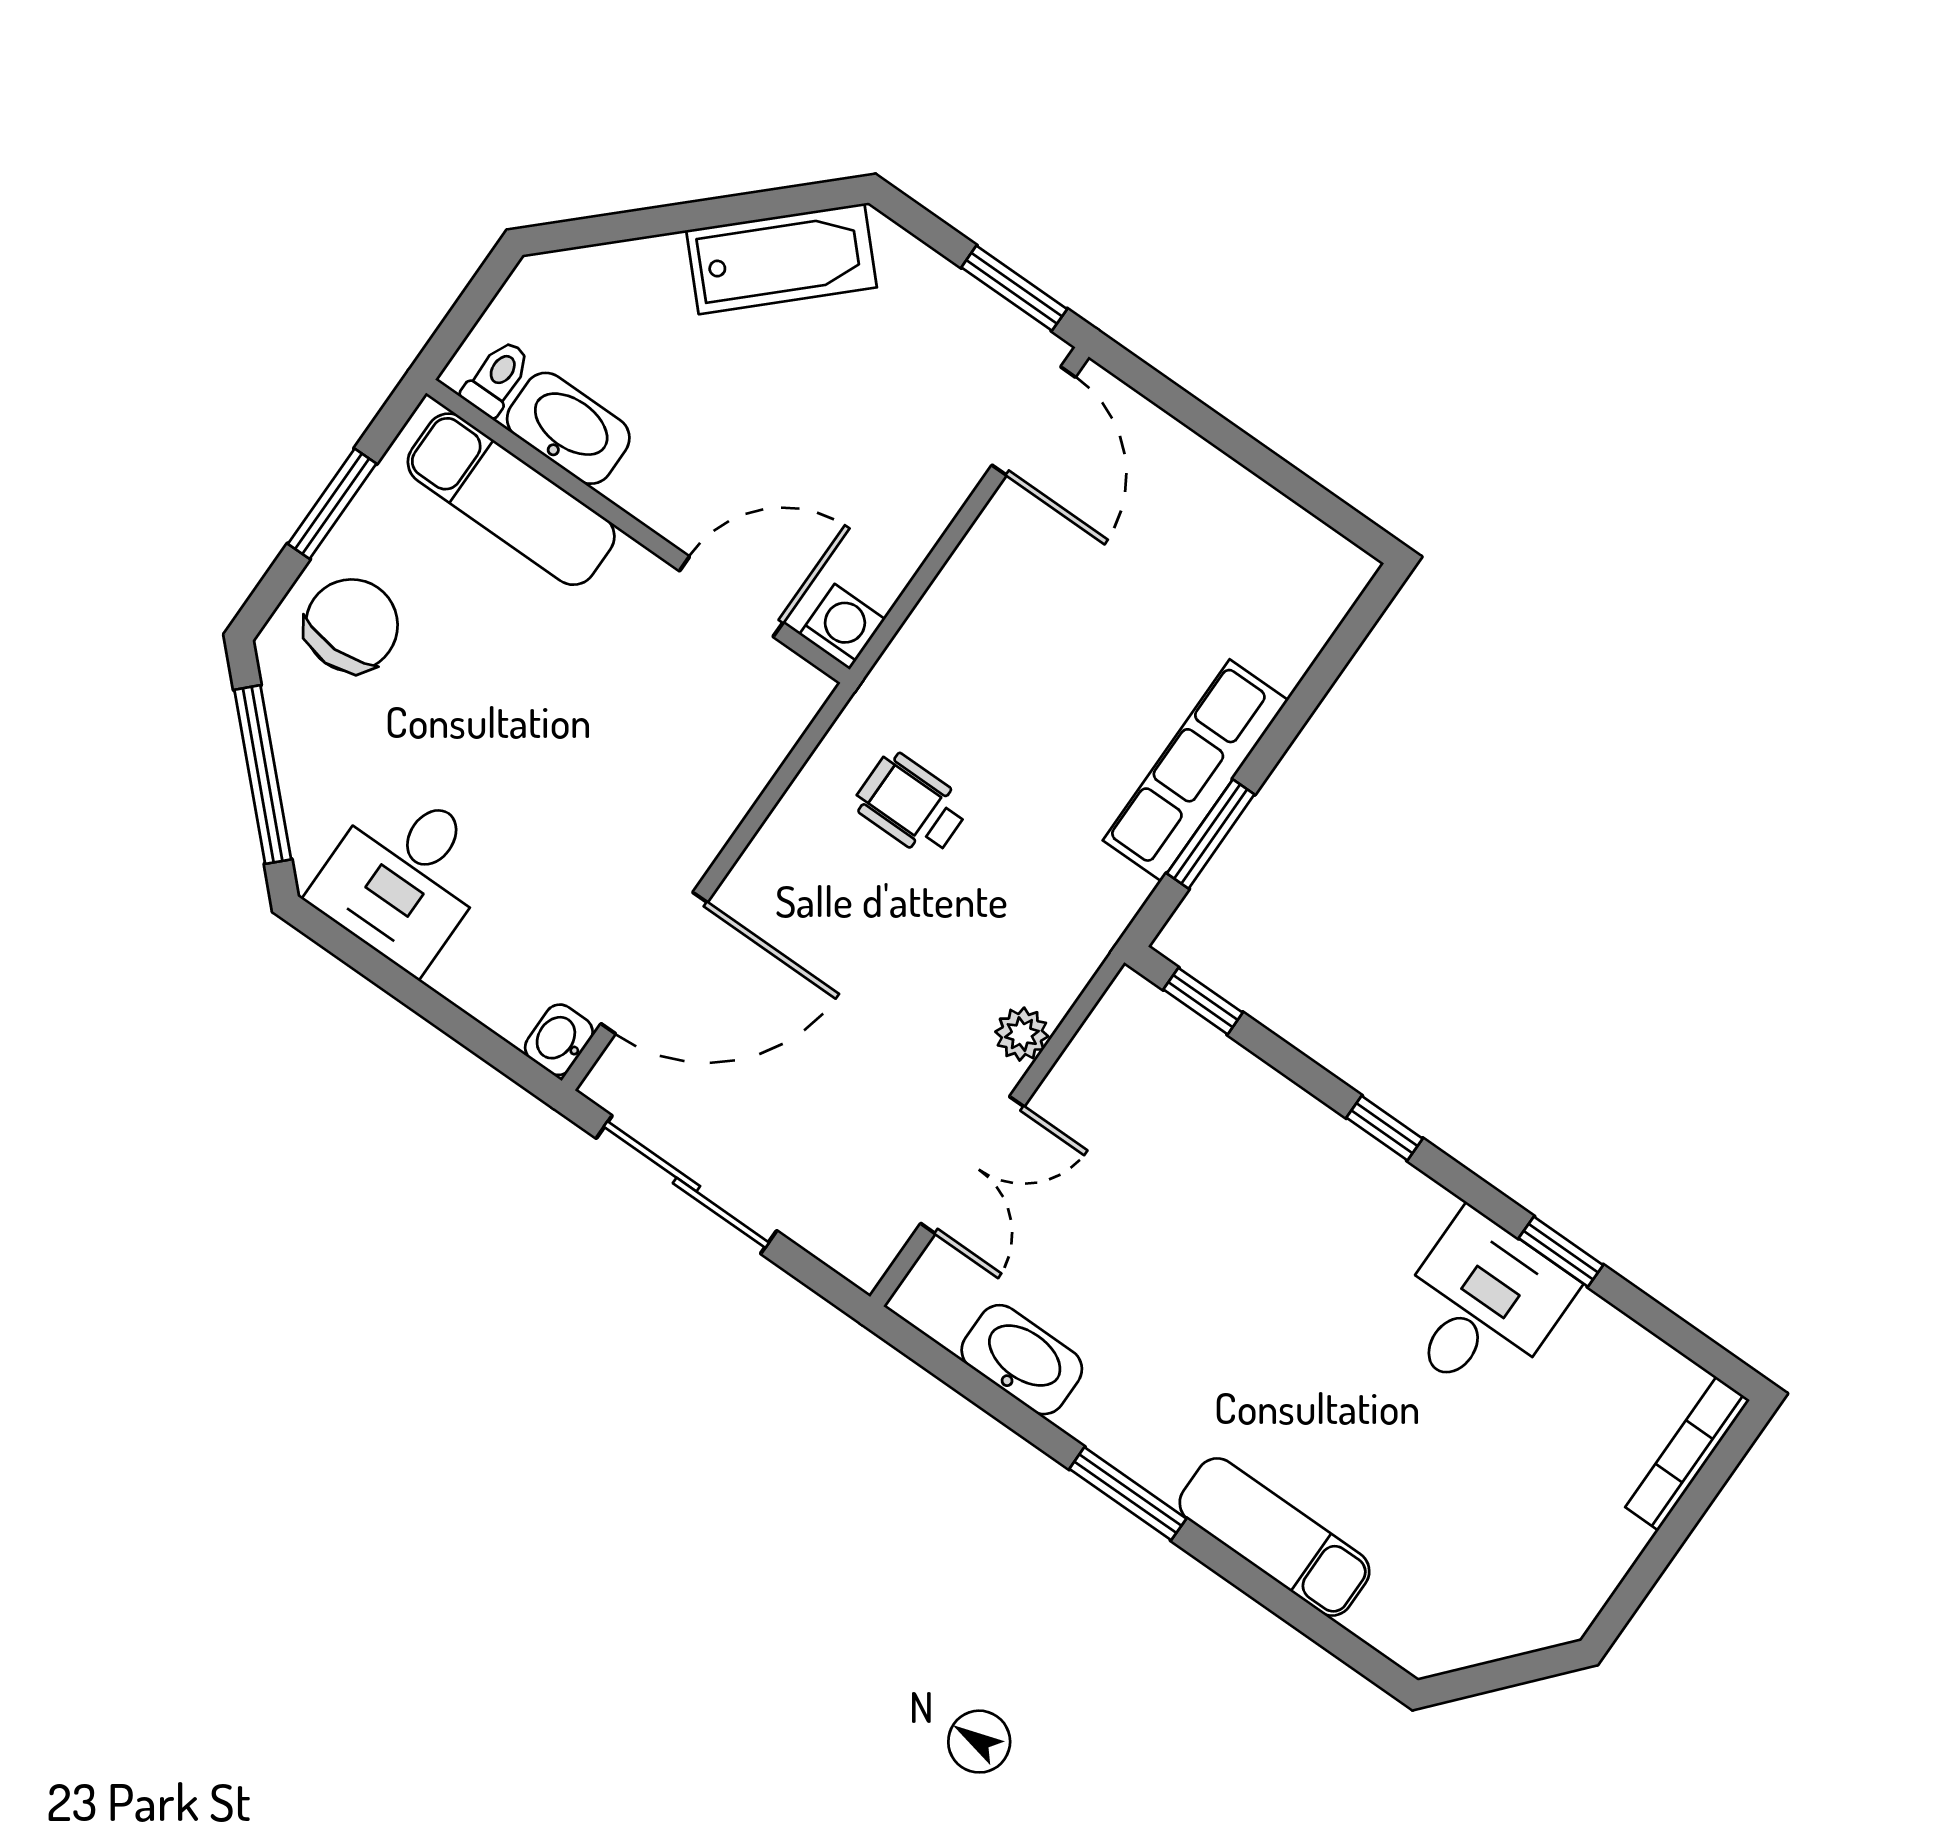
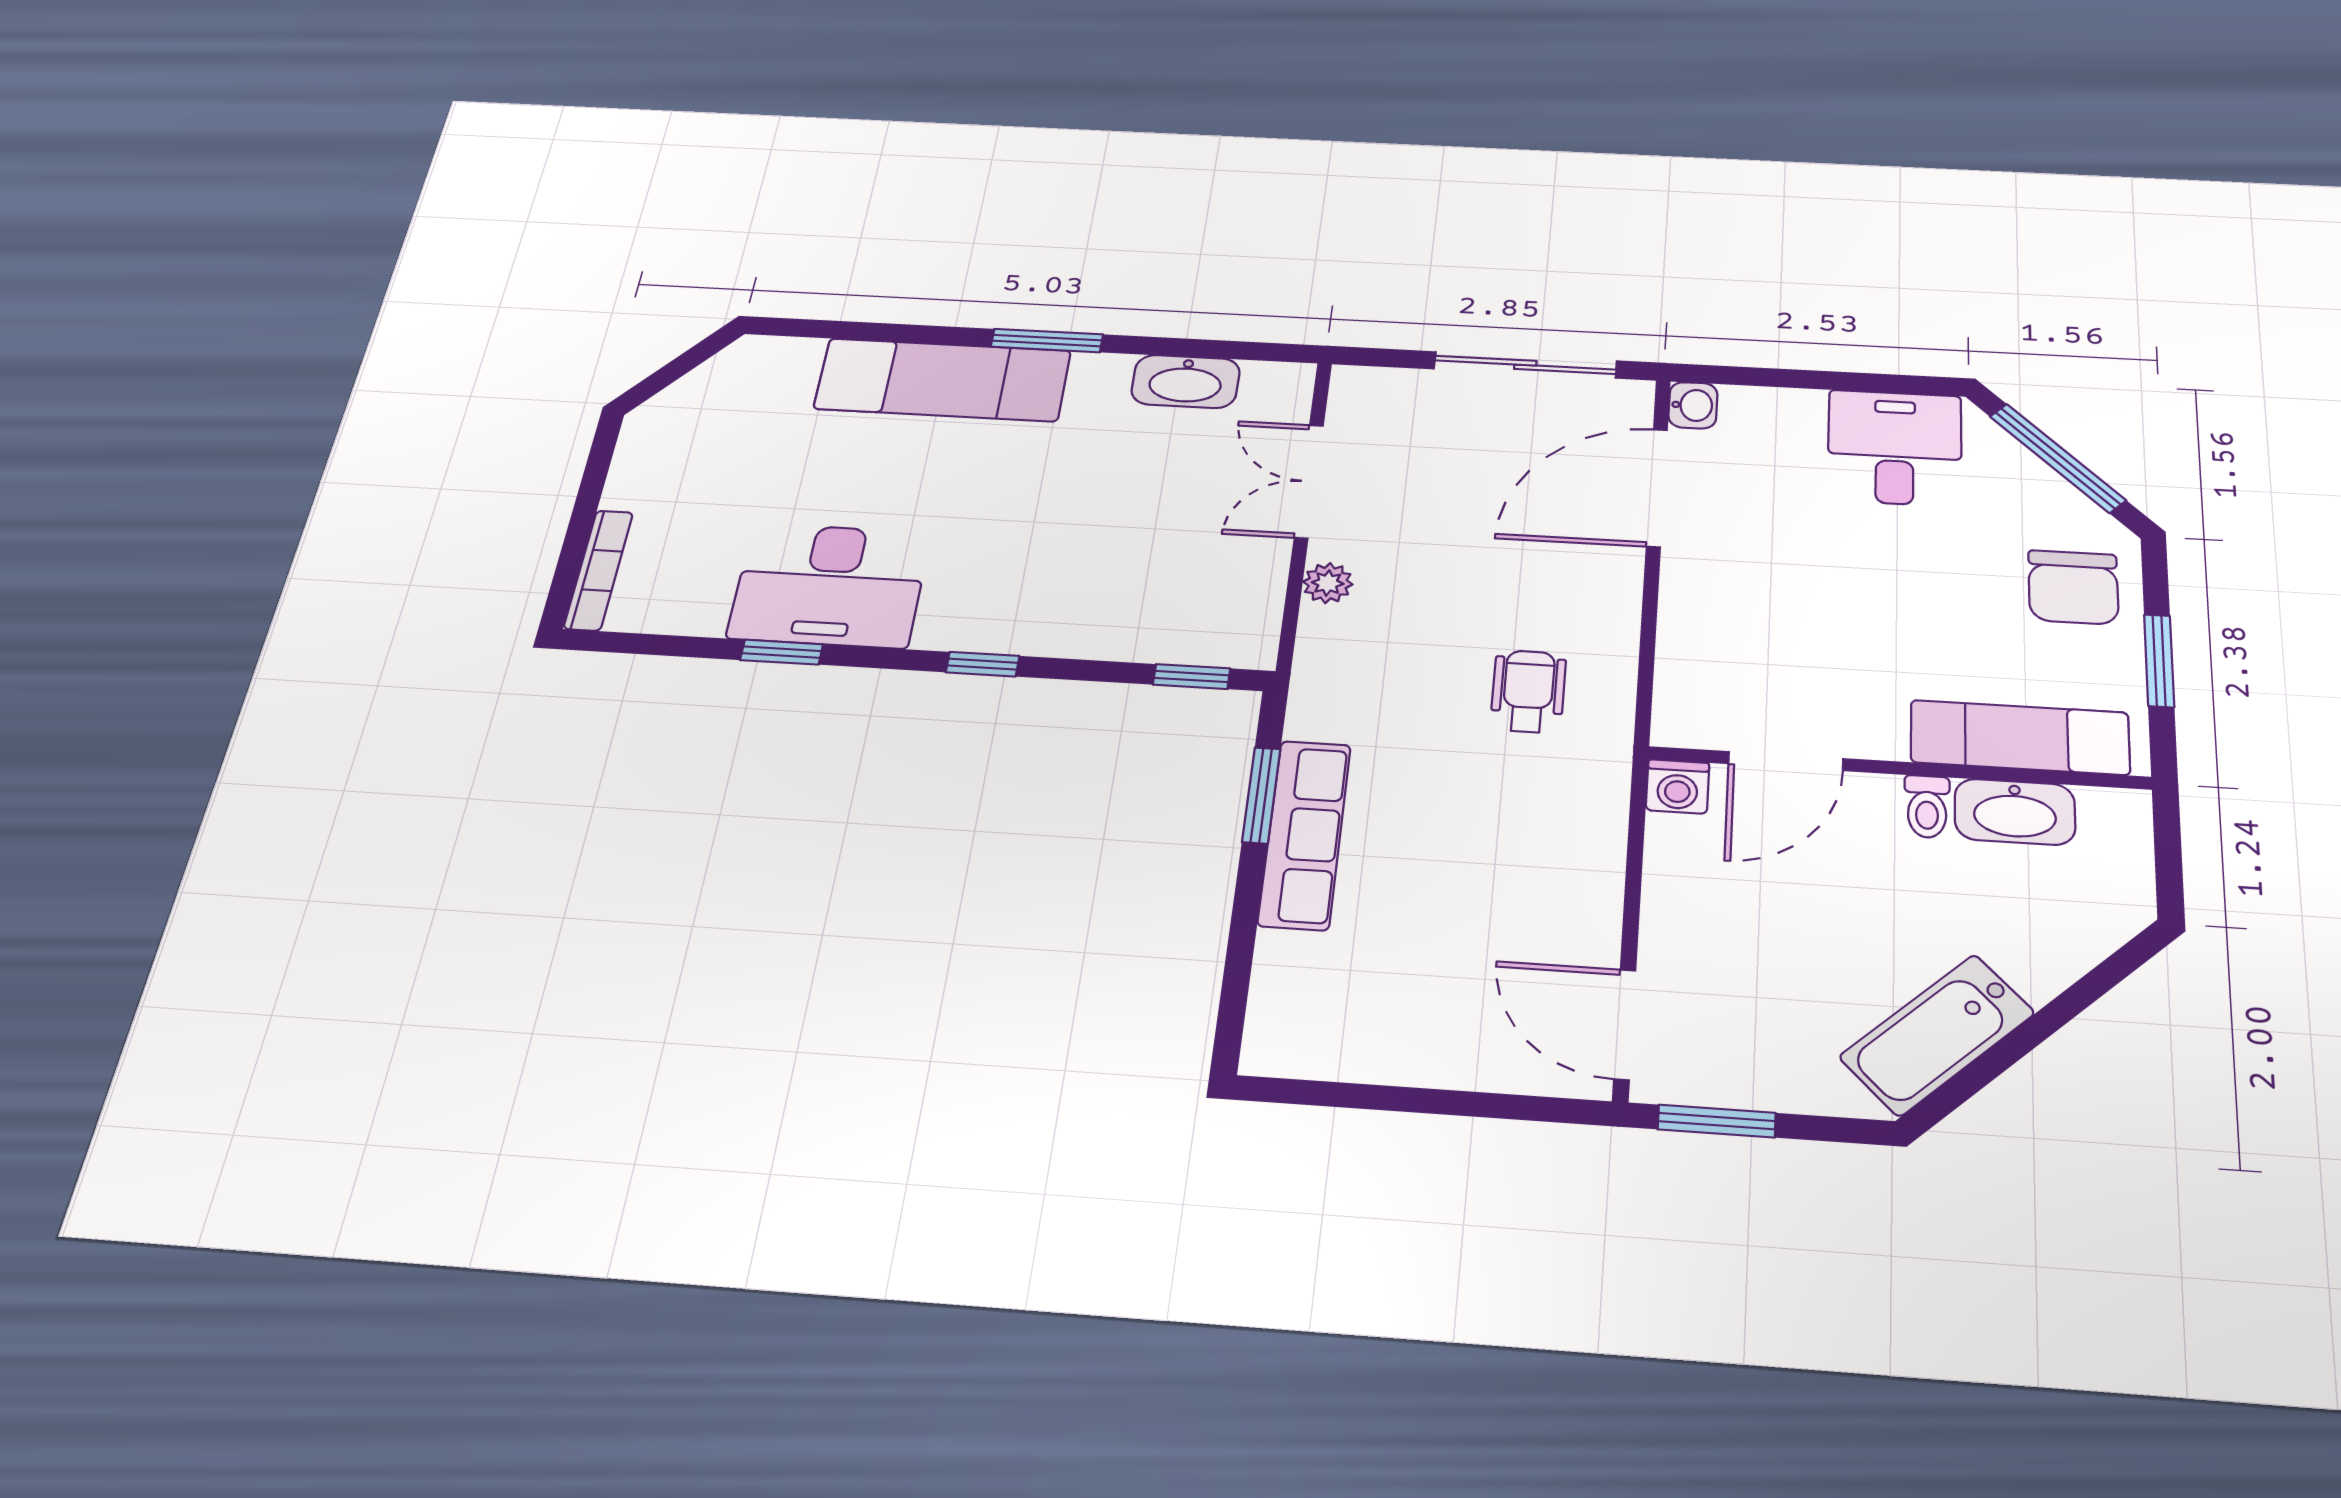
toilet: (497, 378) -> (1927, 807), moved
wheelchair: (911, 805) -> (1528, 691), turned -90
desk: (1481, 1306) -> (830, 585), width x1.37
exam couch: (1274, 1537) -> (943, 380), width x1.36, depth x1.45

